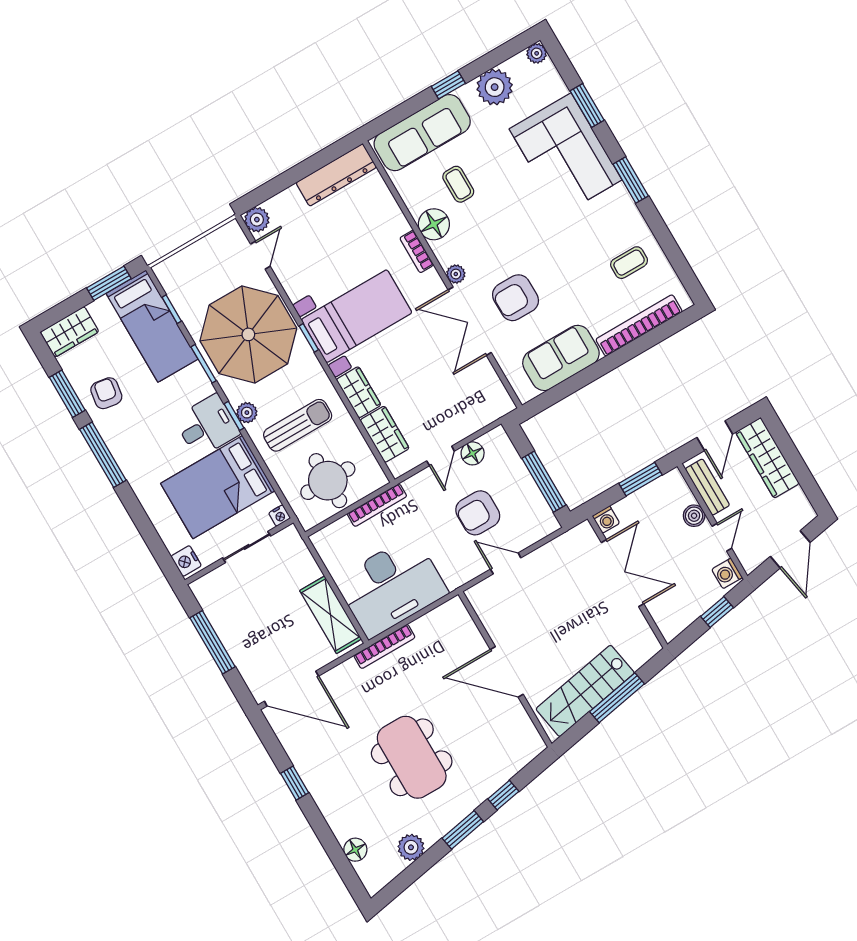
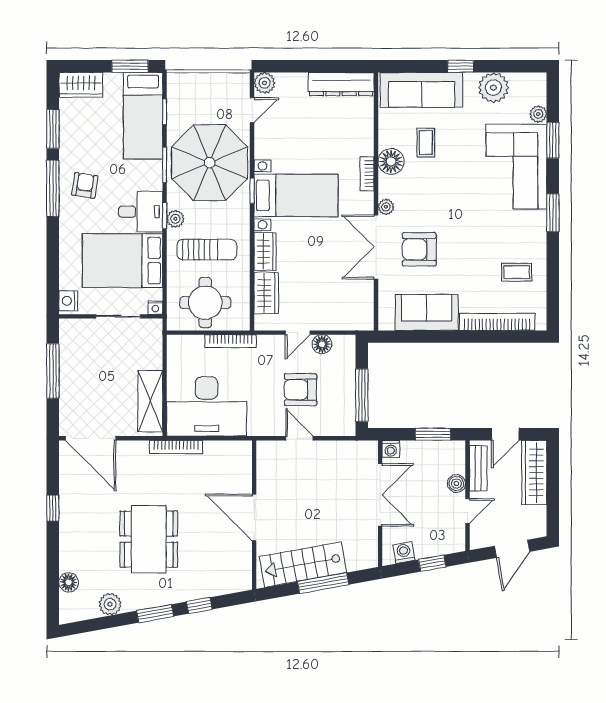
plant: (537, 53) -> (538, 114), moved
armchair: (106, 393) -> (85, 185), moved
washing machine: (727, 573) -> (404, 552), moved, turned 80

